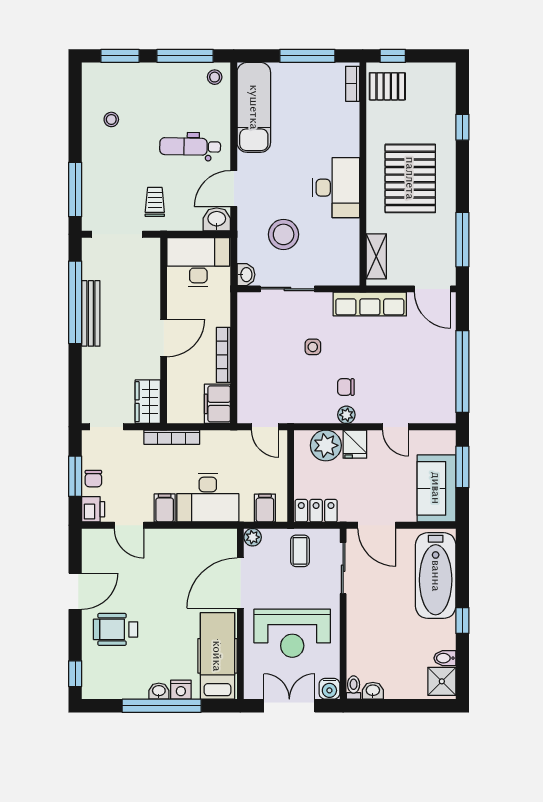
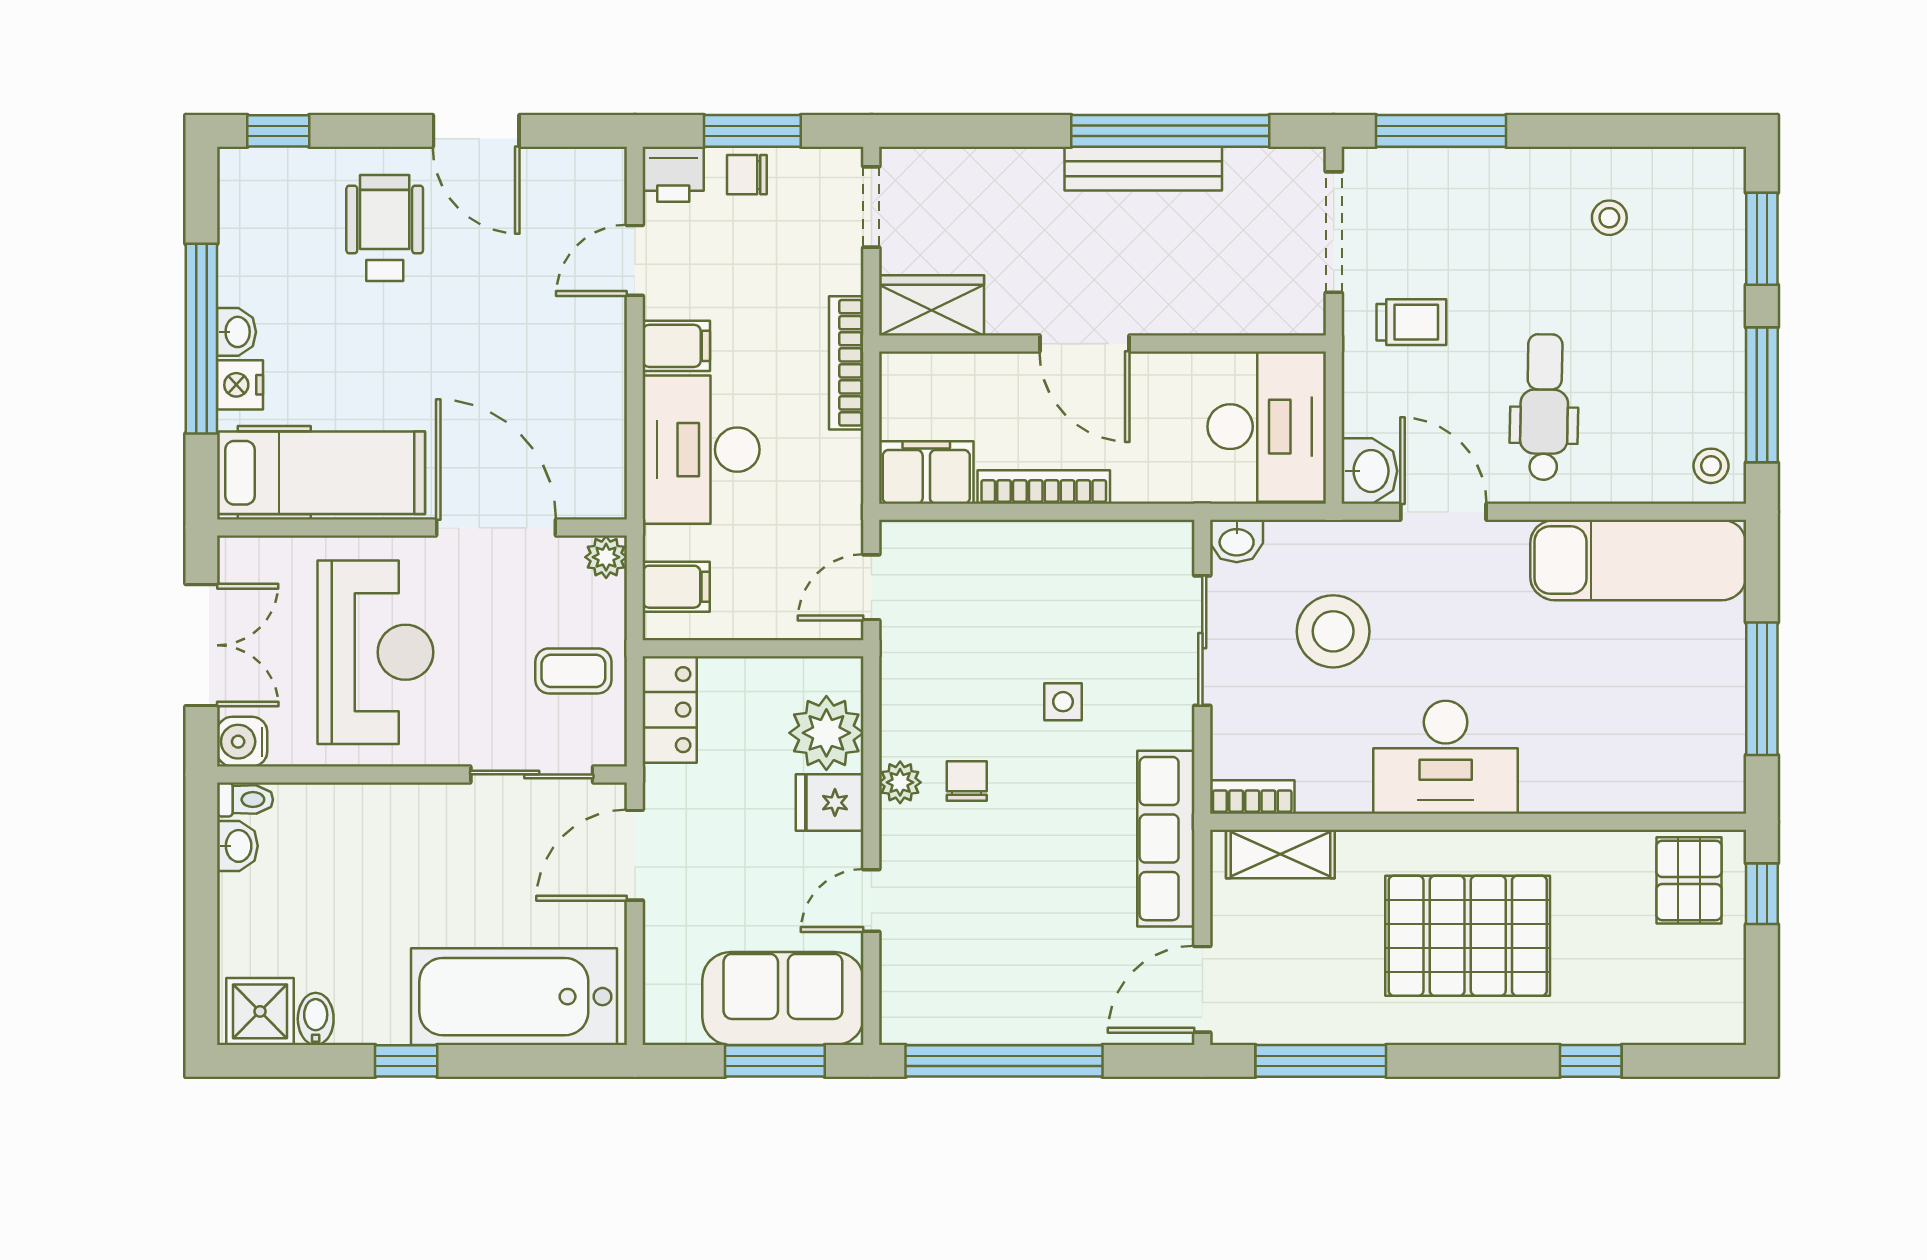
bookcase: (353, 84) -> (1252, 797), moved
sofa: (436, 488) -> (783, 999), moved
reception desk: (292, 633) -> (375, 652), turned 180

